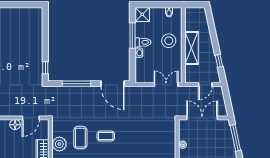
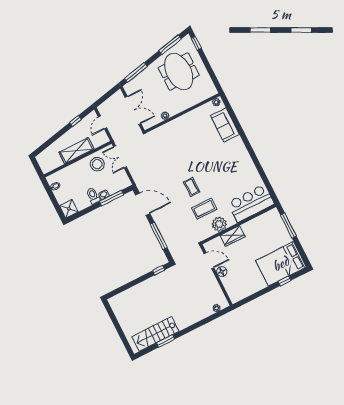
window: (132, 36) -> (111, 198), moved
stool: (169, 41) -> (97, 164), moved
door: (113, 84) -> (143, 204), hinge flipped
door: (205, 85) -> (103, 122), swing flipped
double door: (202, 118) -> (133, 110), swing flipped

